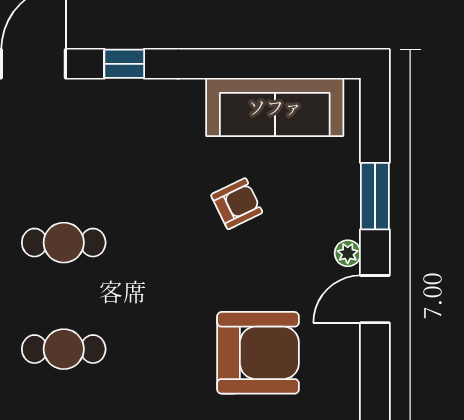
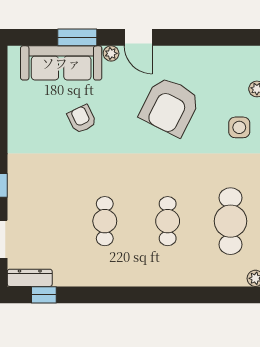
sofa: (275, 107) -> (61, 63), moved, turned 90
armchair: (258, 353) -> (170, 106), turned -153

